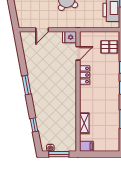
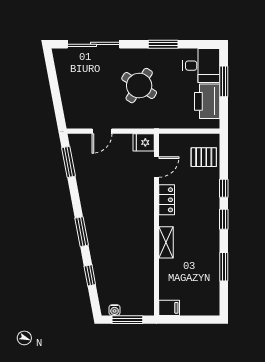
window: (20, 50) -> (68, 162), added
window: (27, 85) -> (82, 232), moved
shelving: (84, 123) -> (166, 242), moved

